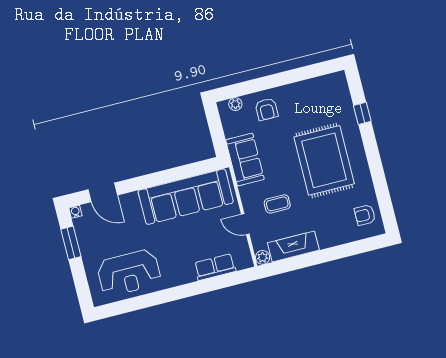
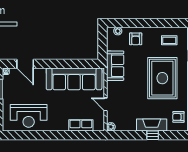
coffee table: (277, 204) -> (169, 40), moved
fireplace: (293, 246) -> (152, 125), moved
window: (331, 254) -> (153, 135), added

